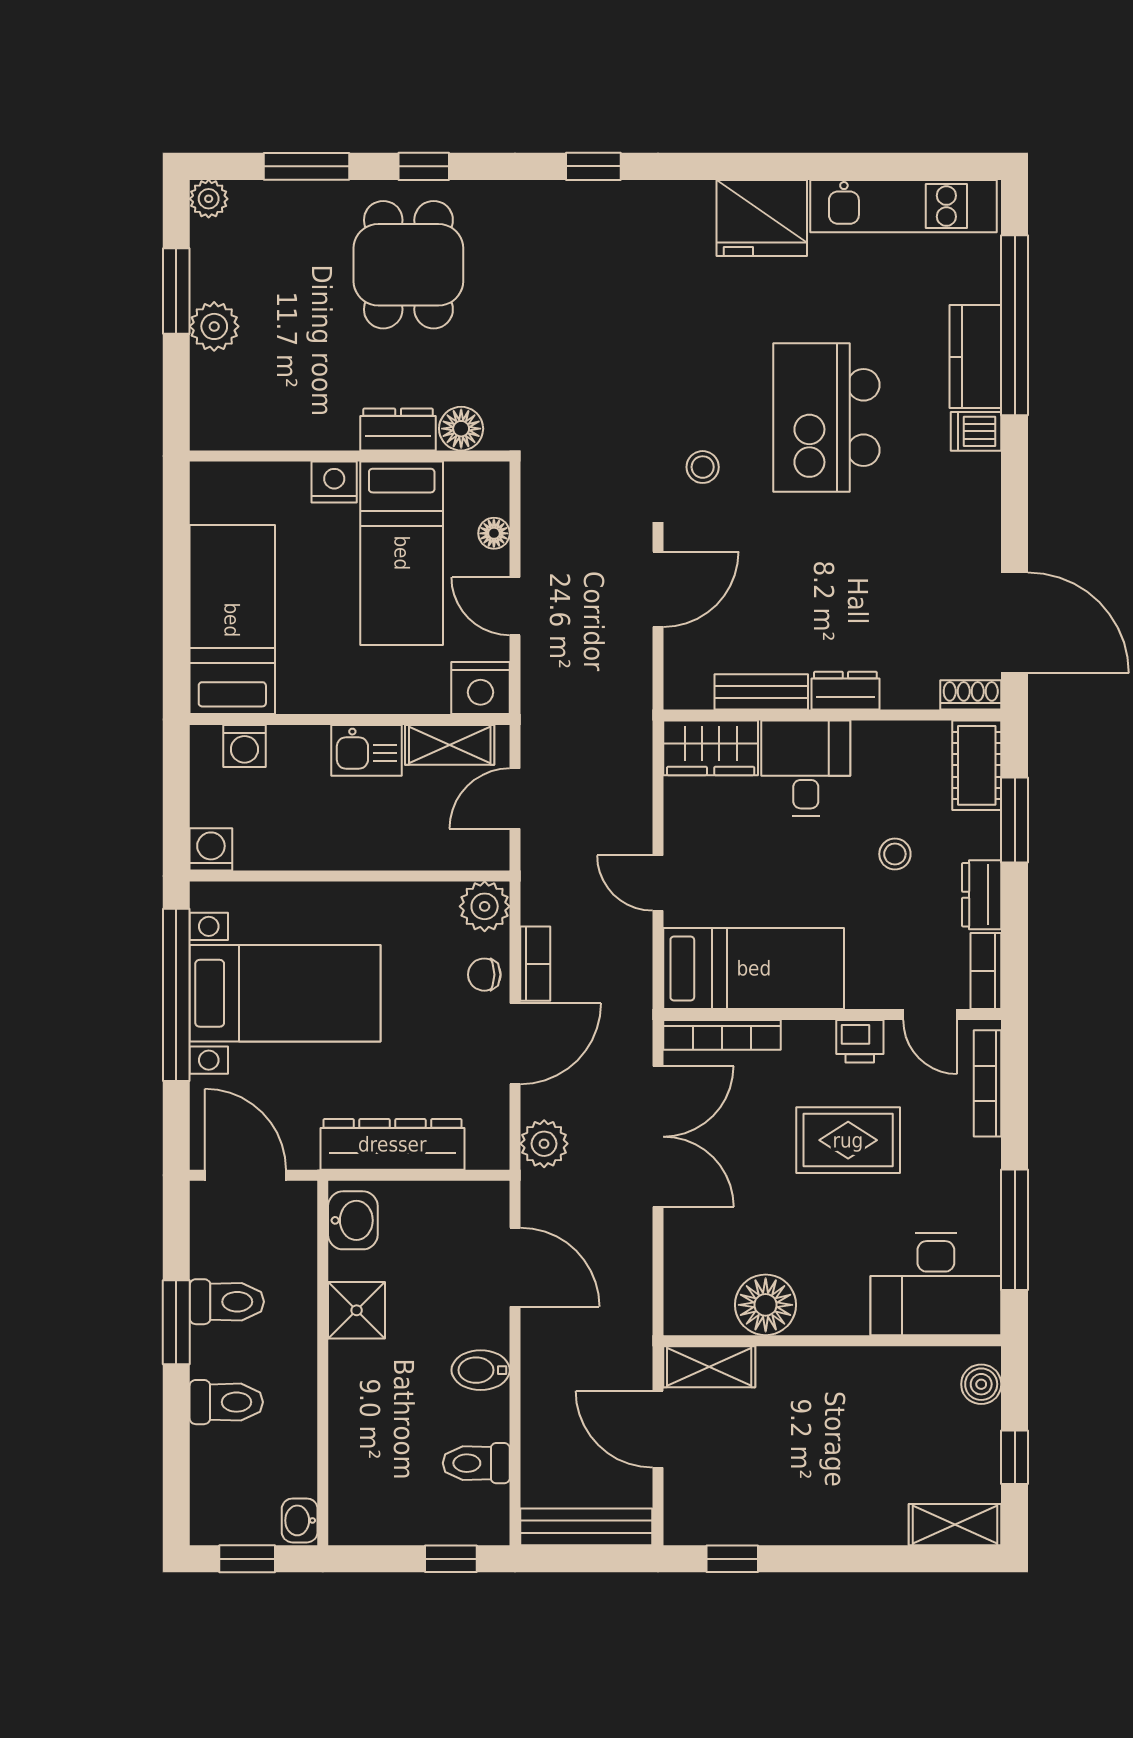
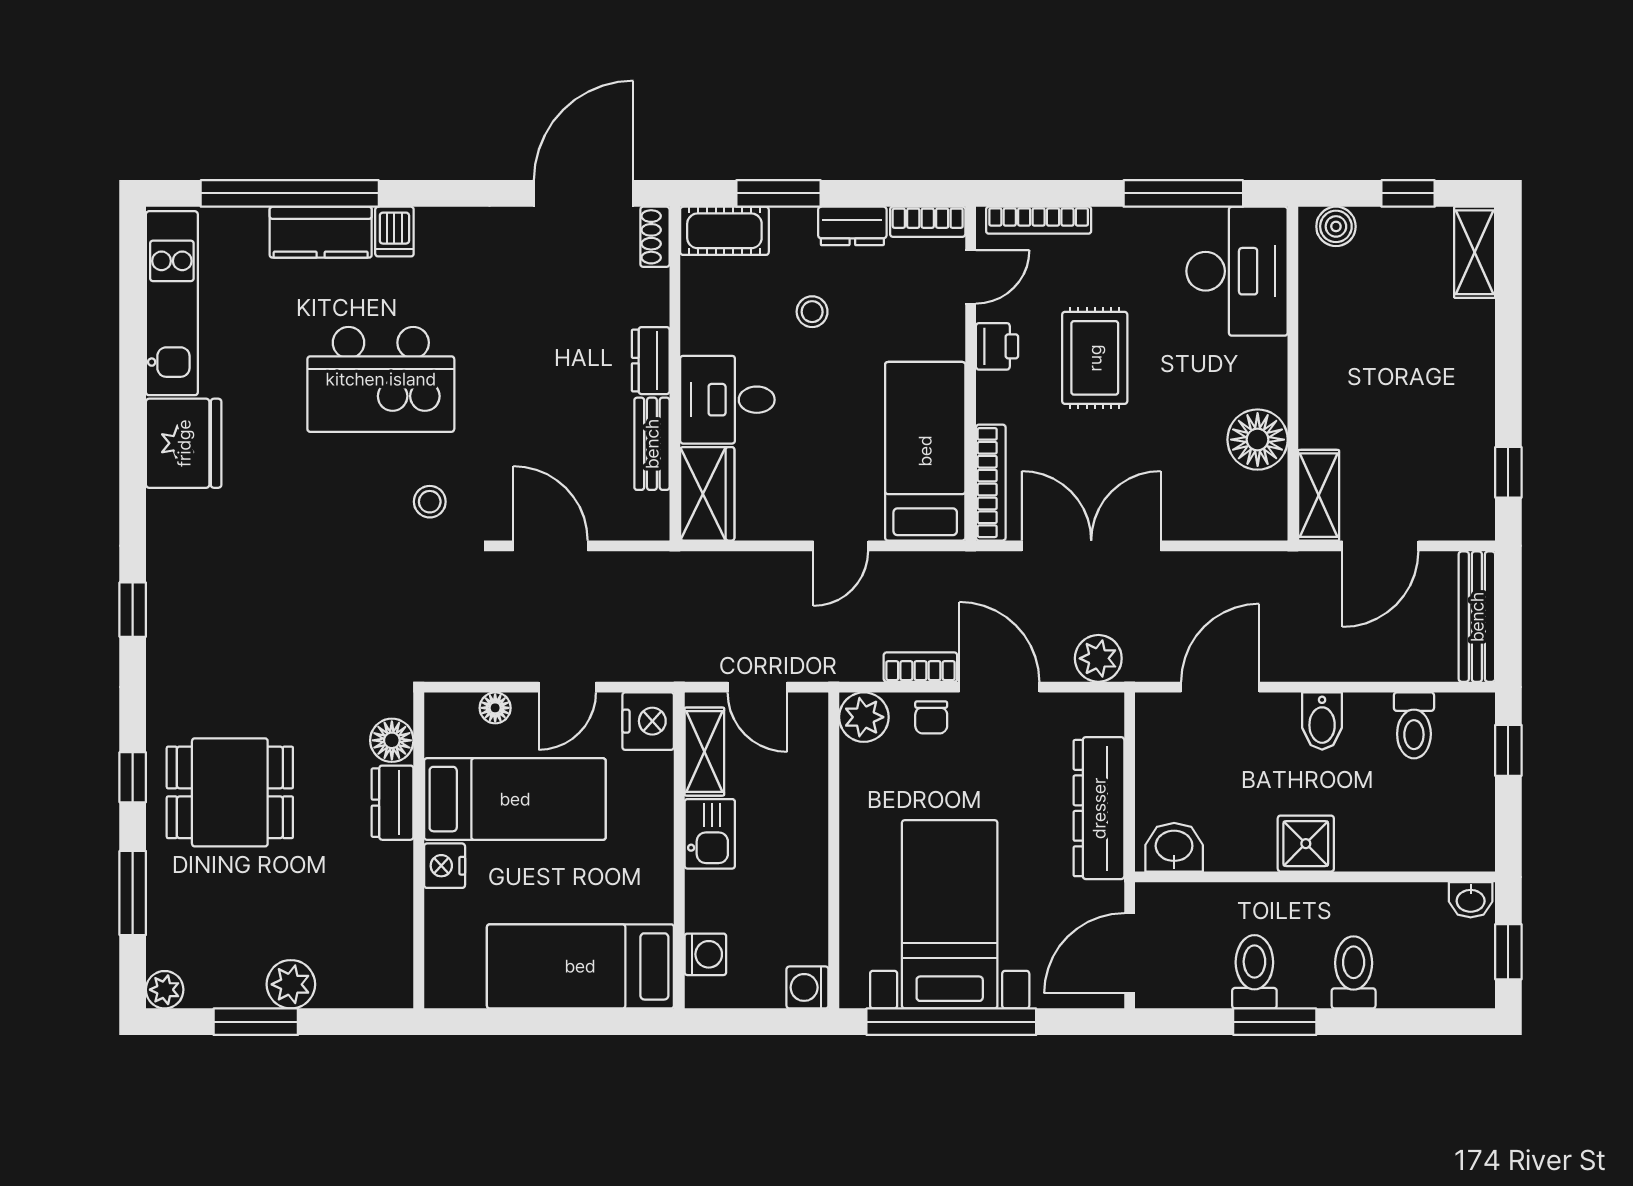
shower: (357, 1310) -> (1306, 844), moved

